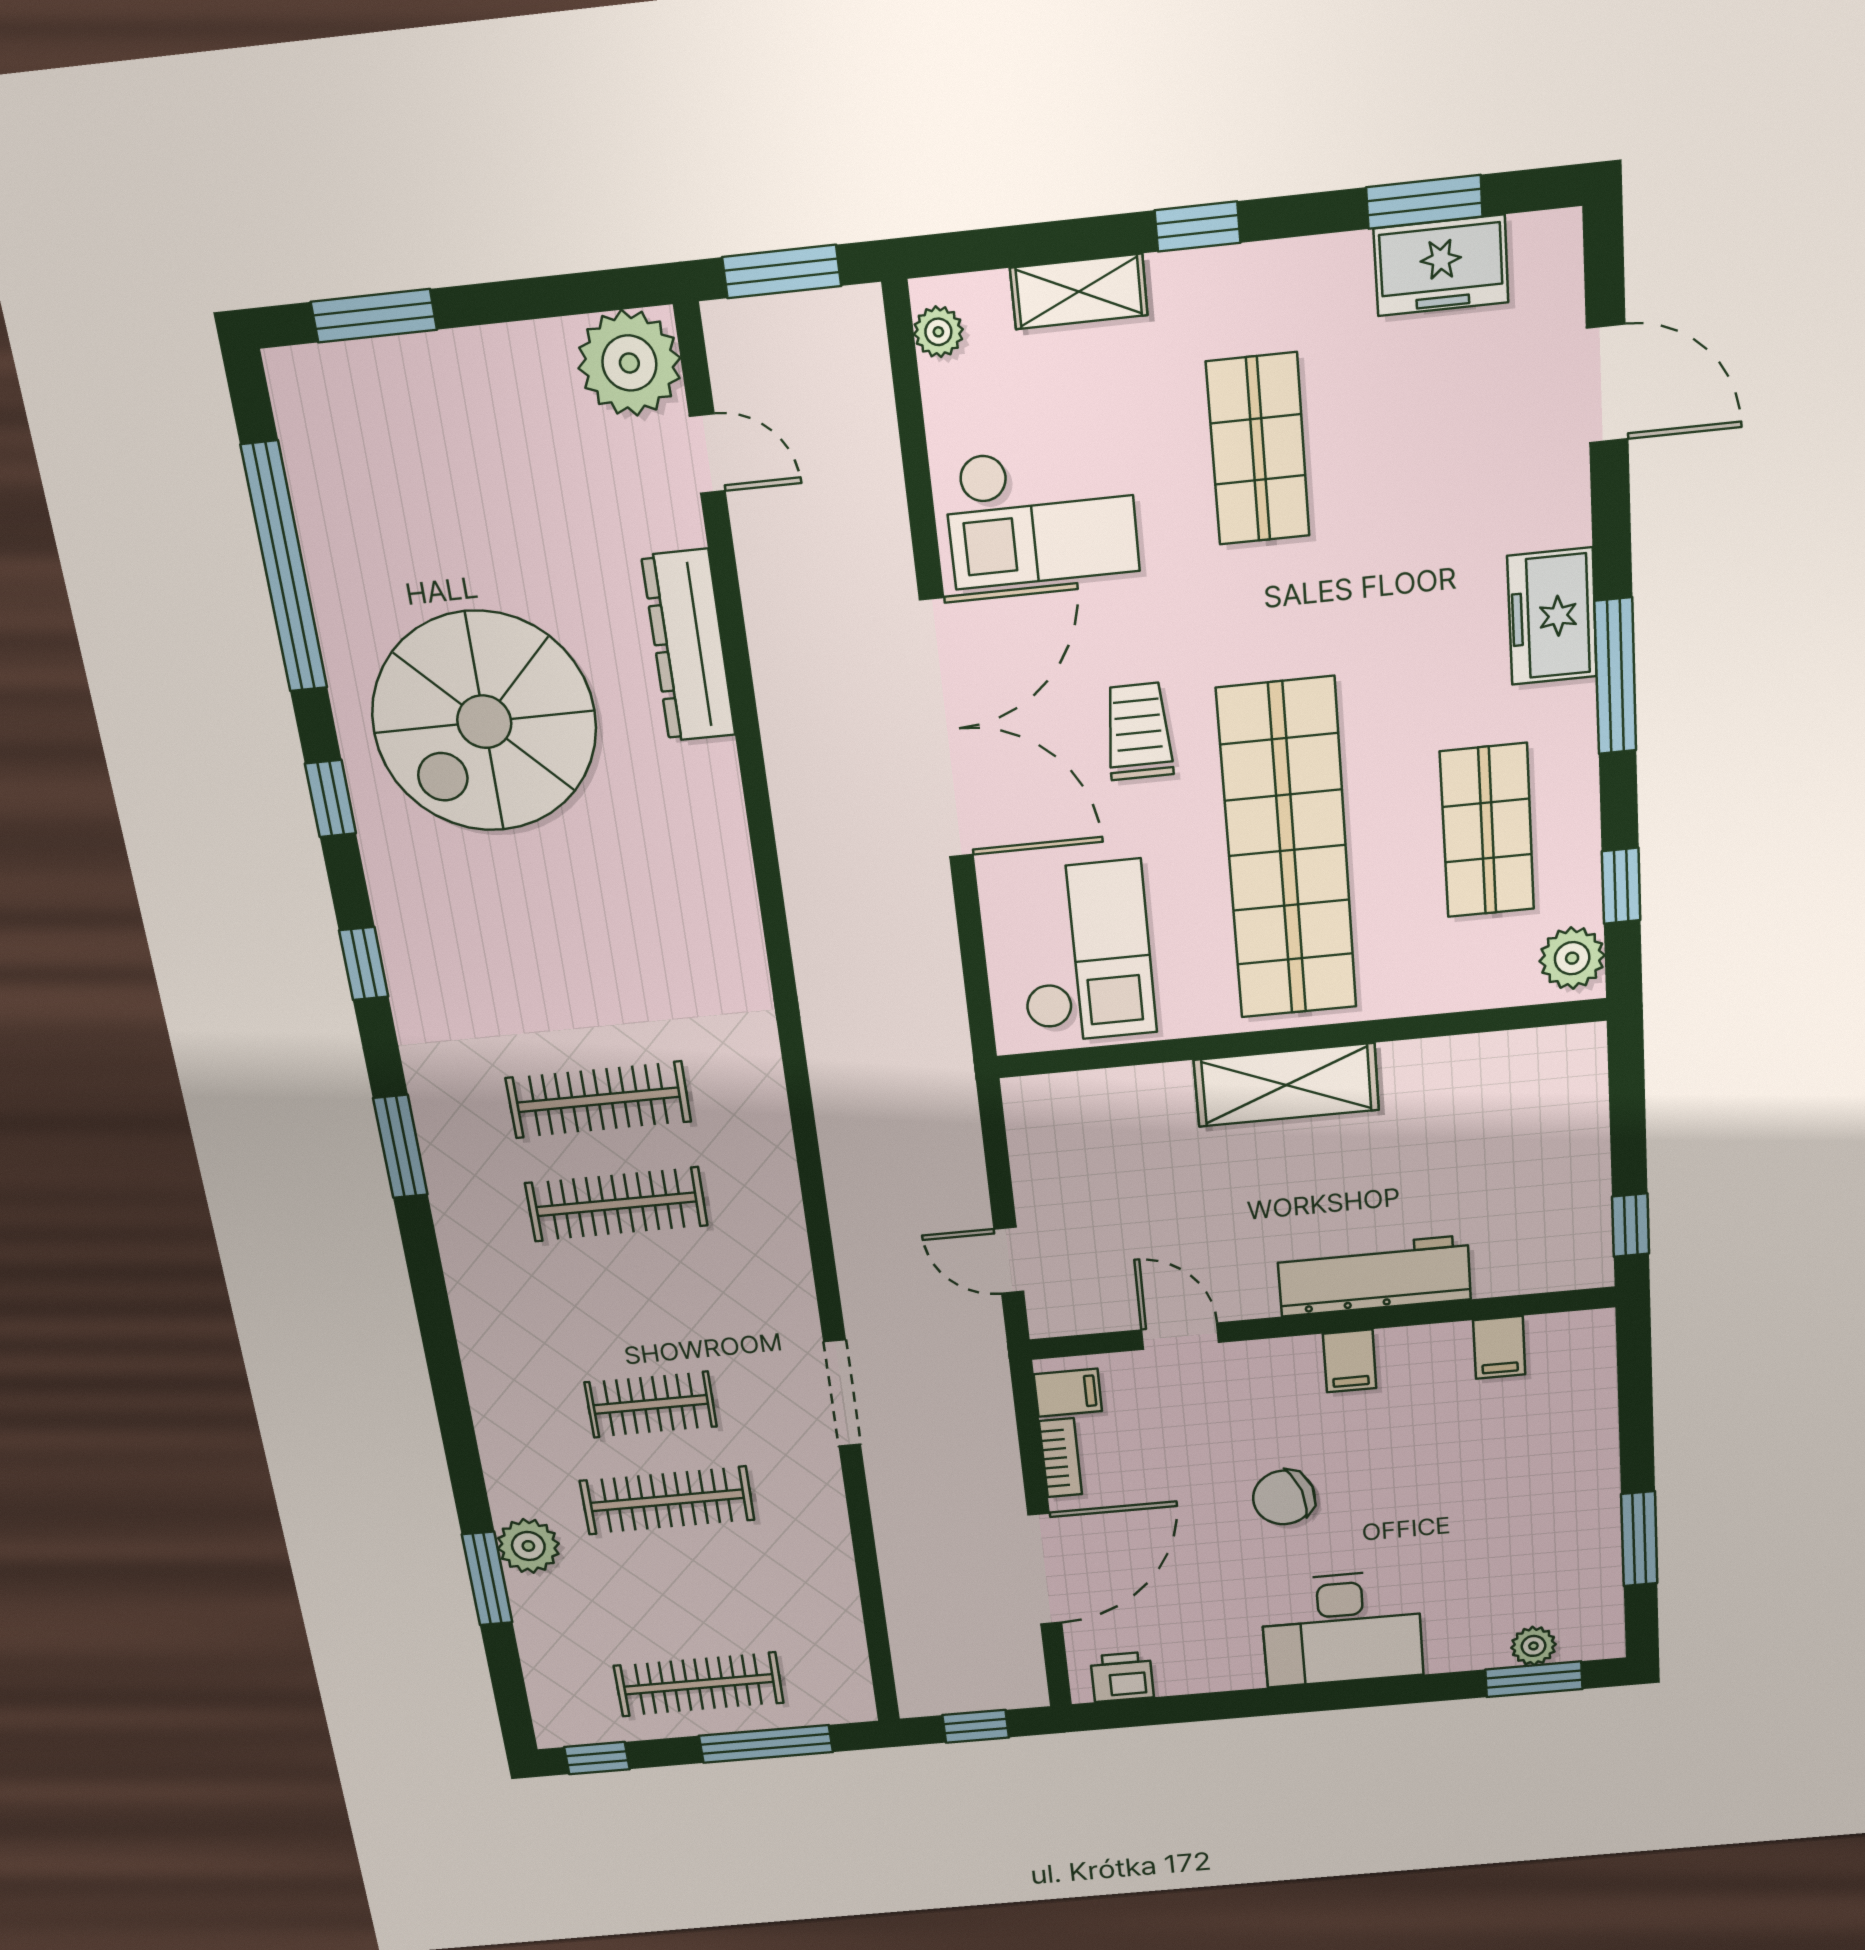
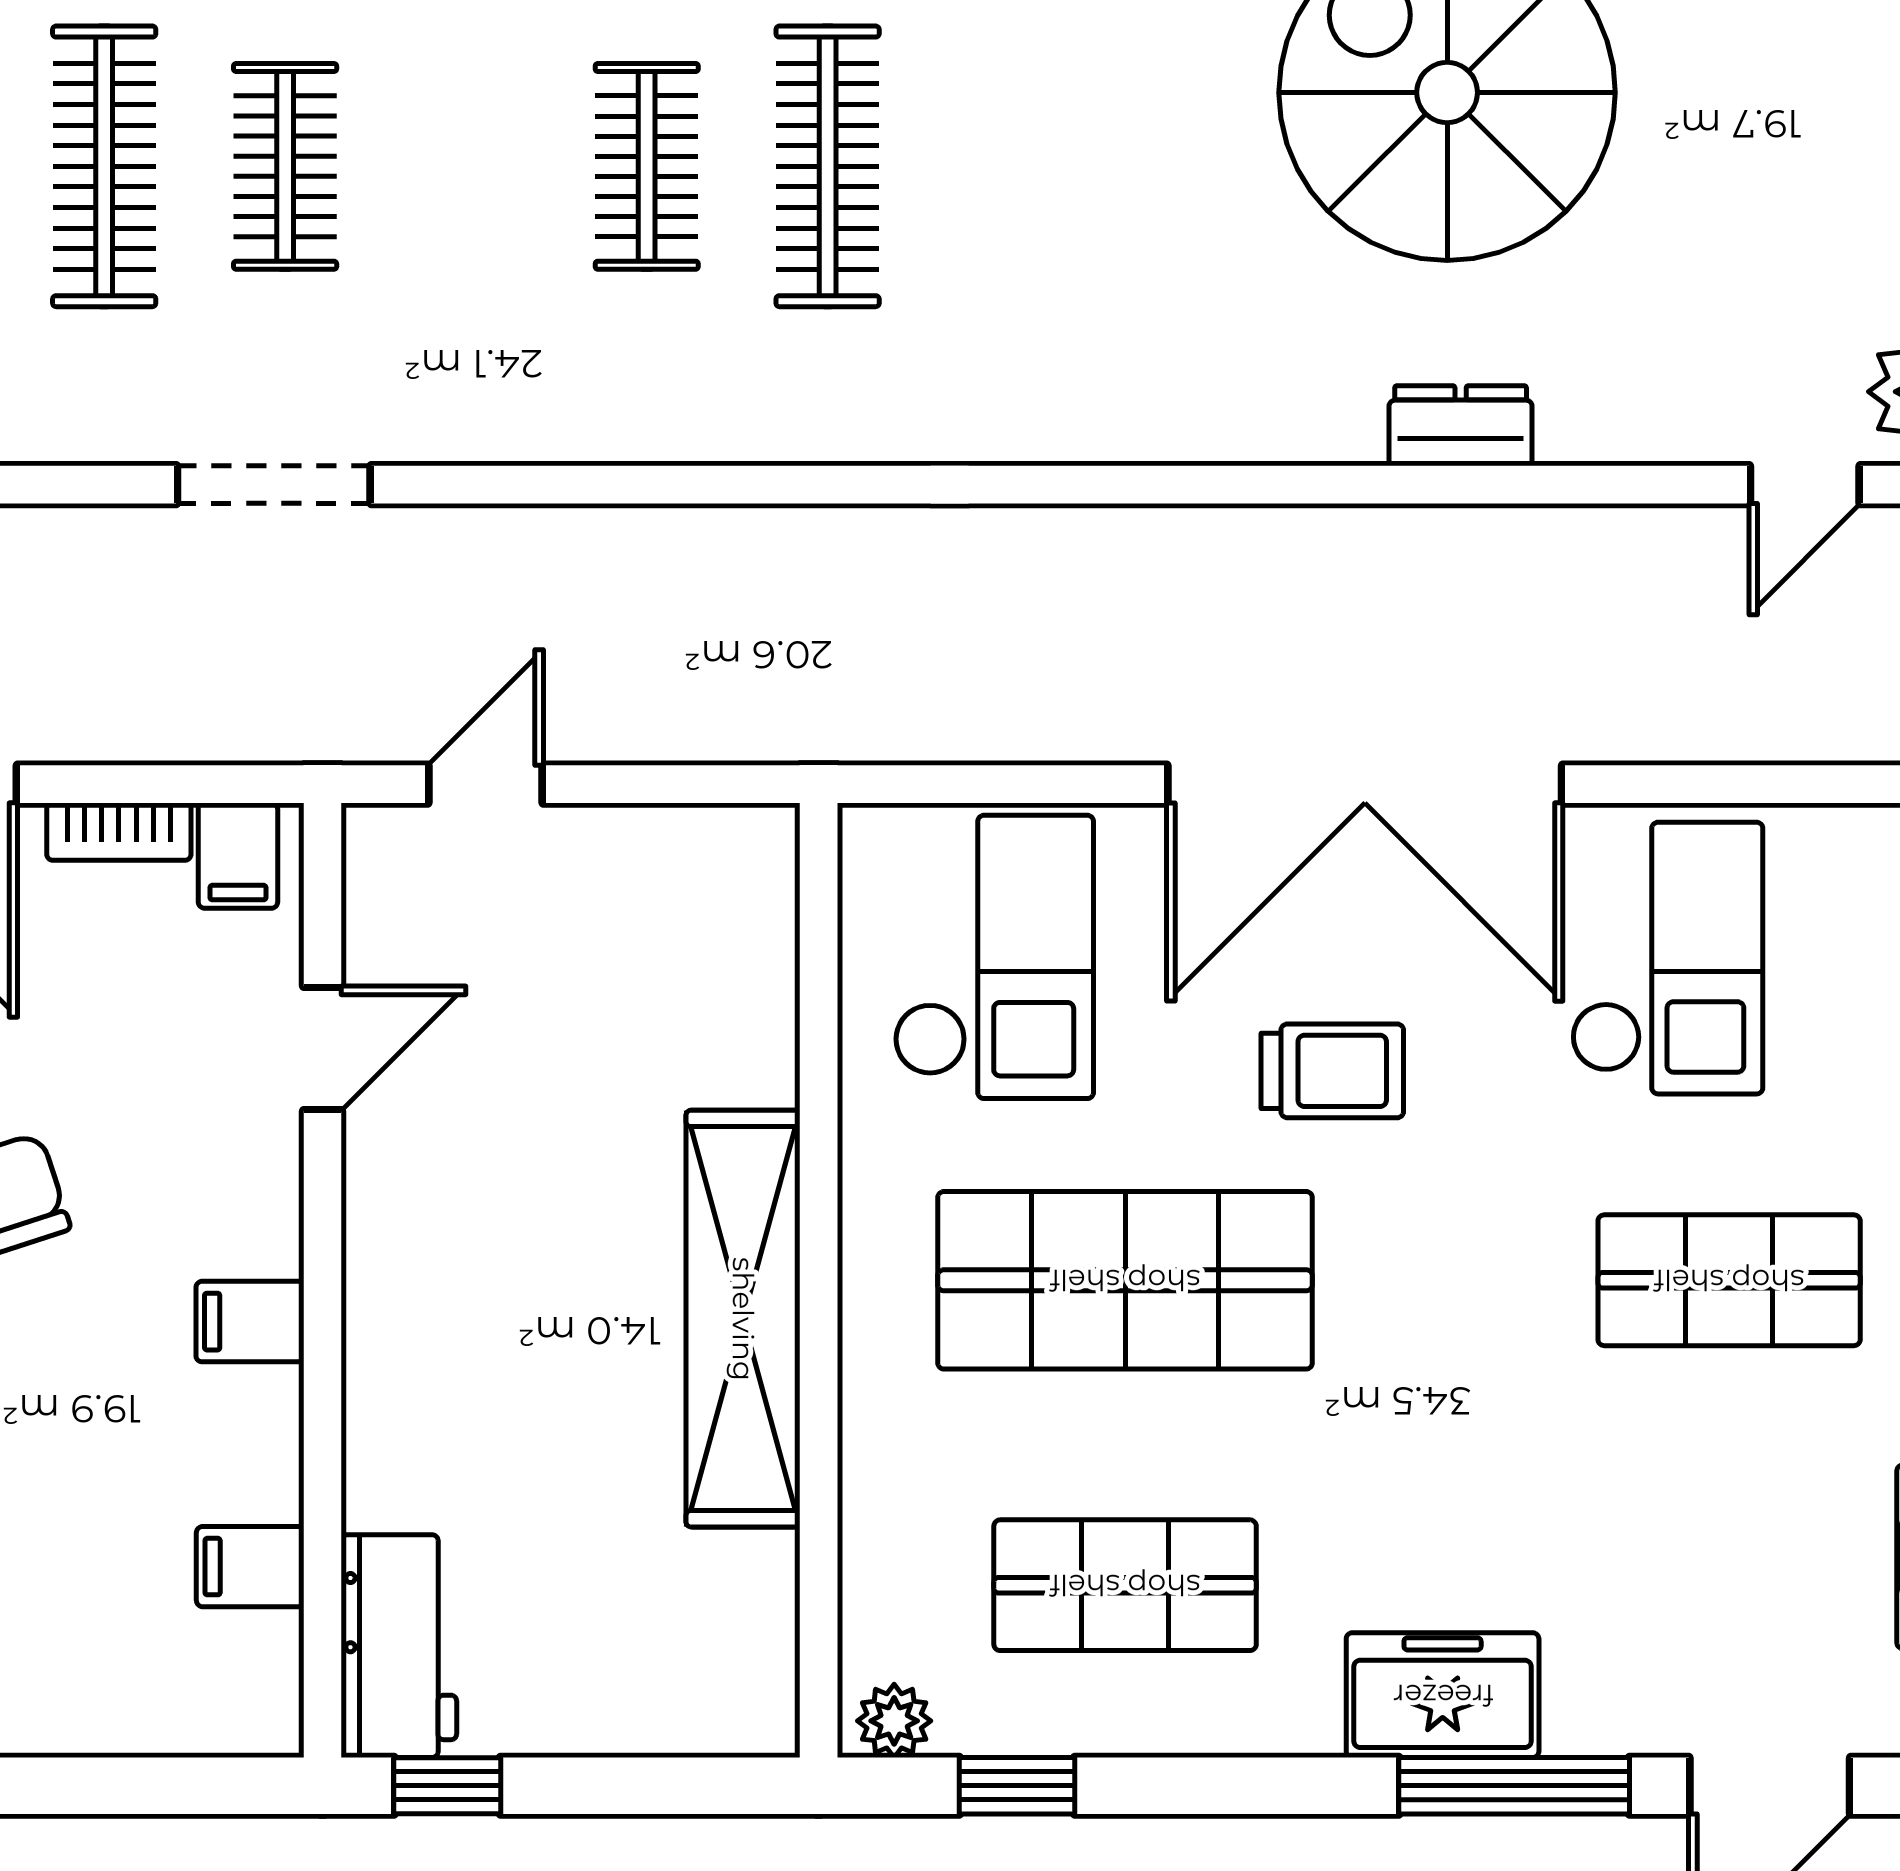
checkout: (1041, 515) -> (1667, 958), turned 180
dresser: (689, 646) -> (1461, 426), width x0.51, depth x0.80
window: (1615, 676) -> (1514, 1786), moved
shop shelf: (1287, 850) -> (1125, 1280), width x0.71
checkout: (1085, 952) -> (994, 957), turned -90
plant: (1572, 958) -> (894, 1721), width x0.73, depth x0.73
shelving: (1286, 1085) -> (743, 1319), width x1.47
clothes rail: (616, 1204) -> (647, 166), width x0.73
workbench: (1374, 1276) -> (399, 1646), moved, width x0.73

